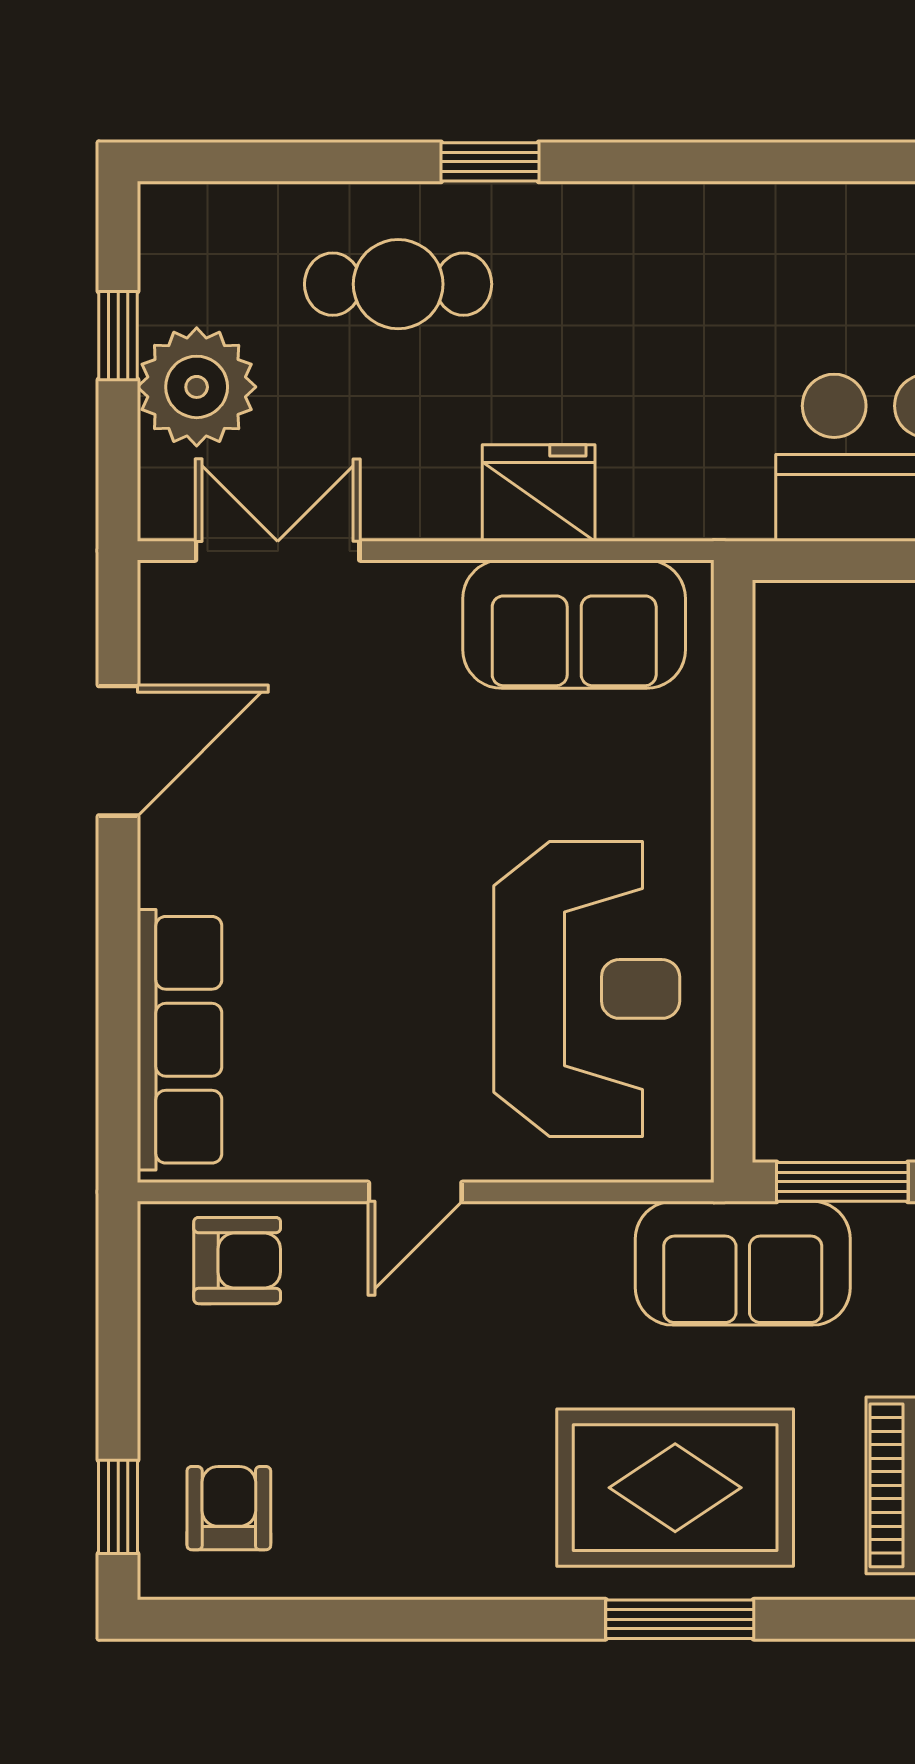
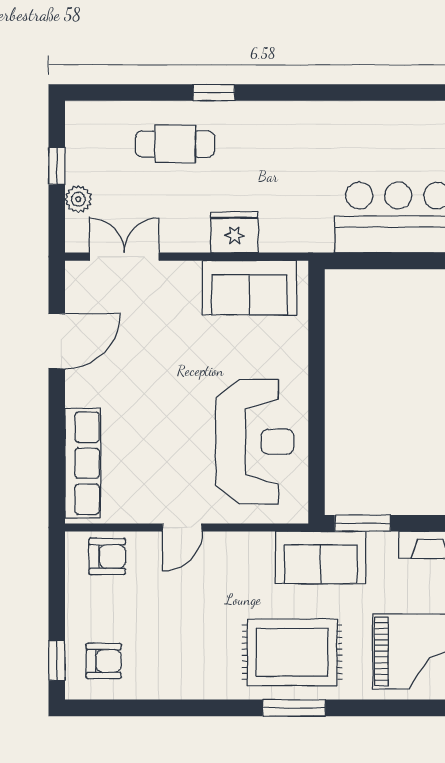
plant: (197, 387) -> (78, 199), width x0.53, depth x0.53
armchair: (229, 1508) -> (104, 661), turned 90

